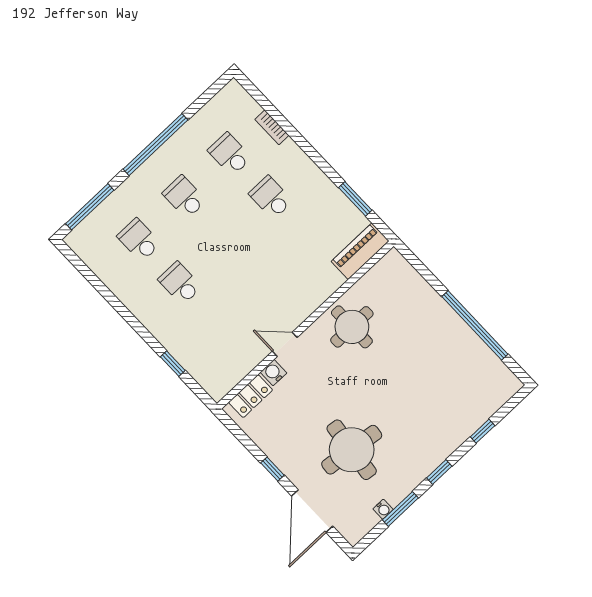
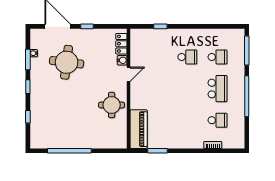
school desk: (184, 197) -> (218, 89), width x1.85
school desk: (271, 197) -> (187, 120), removed
piano: (360, 251) -> (139, 129), width x1.37, depth x1.33

